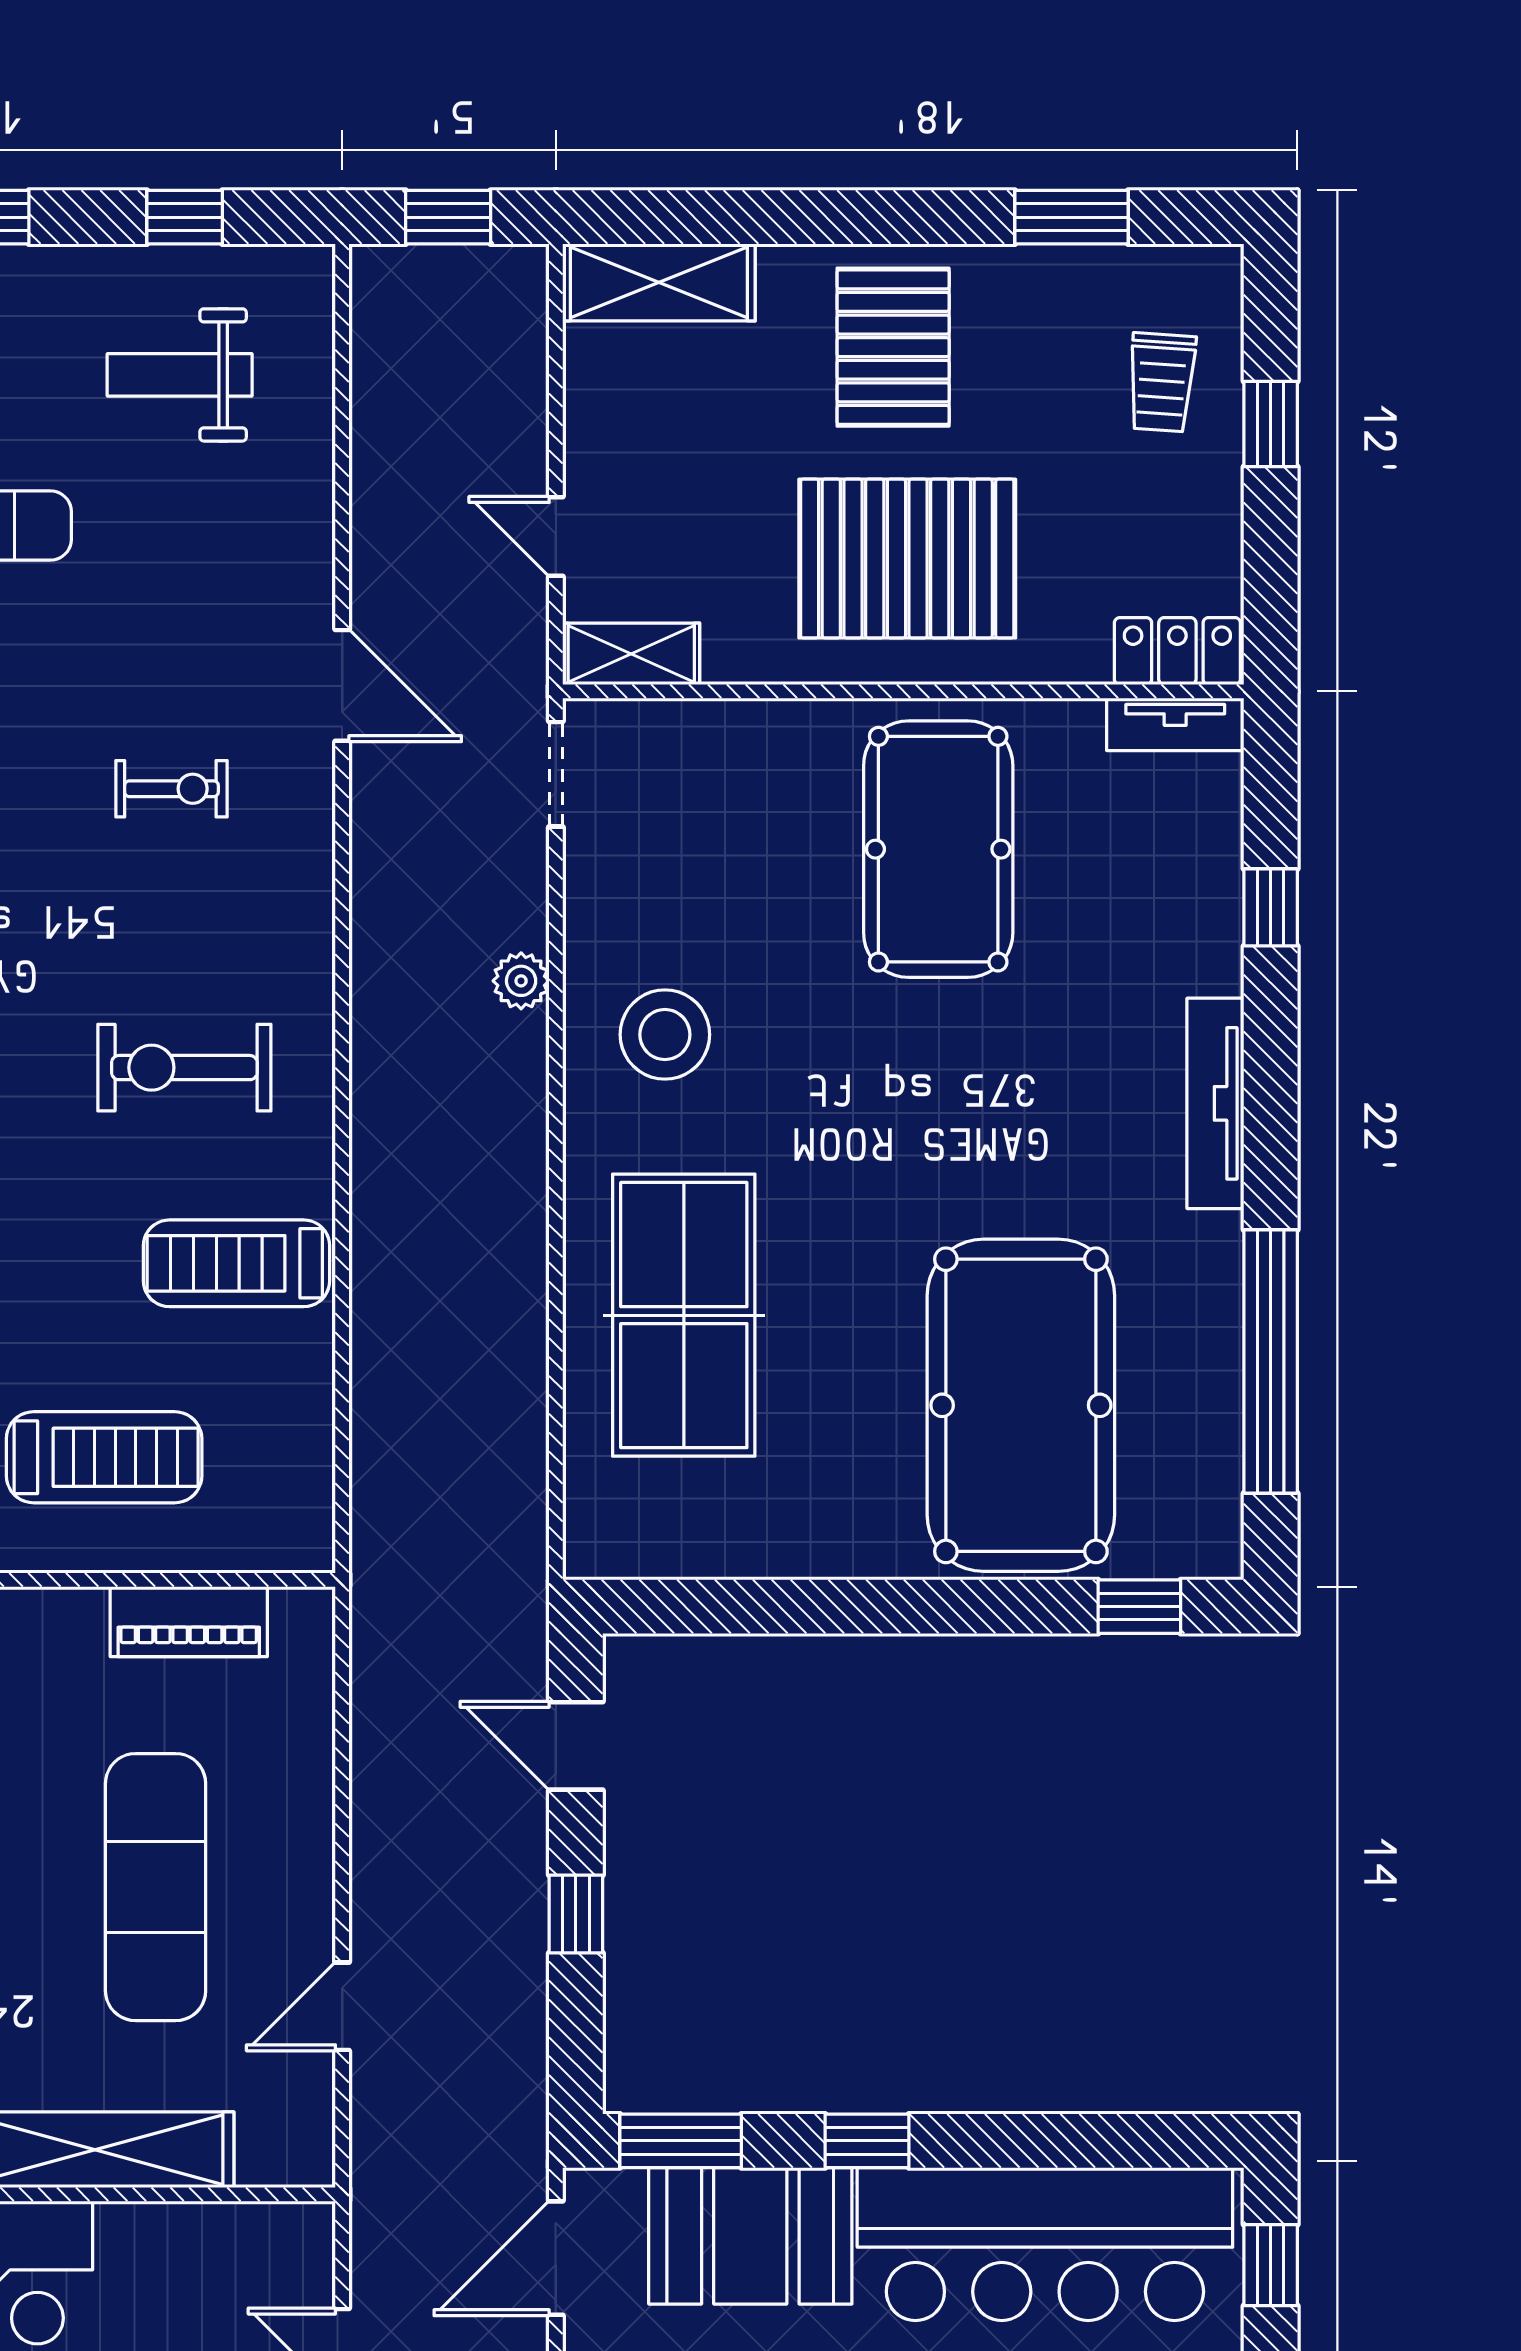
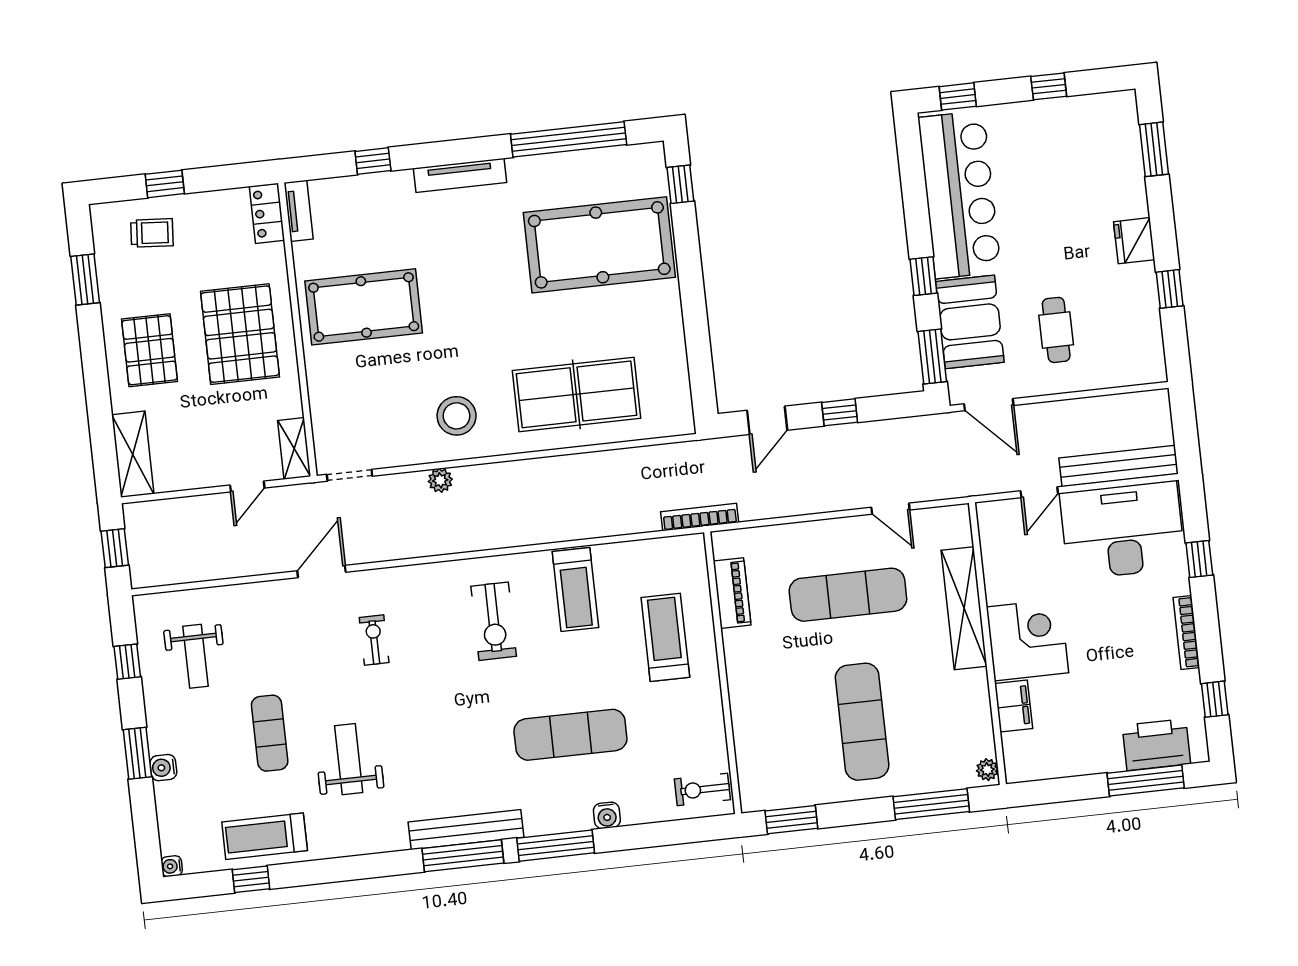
pallet: (893, 347) -> (150, 350), turned 90
bookcase: (371, 1567) -> (700, 517), added

